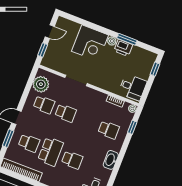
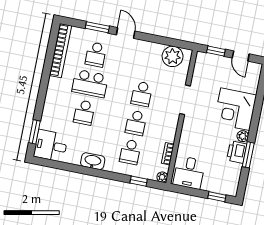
school desk: (44, 105) -> (136, 123), moved

